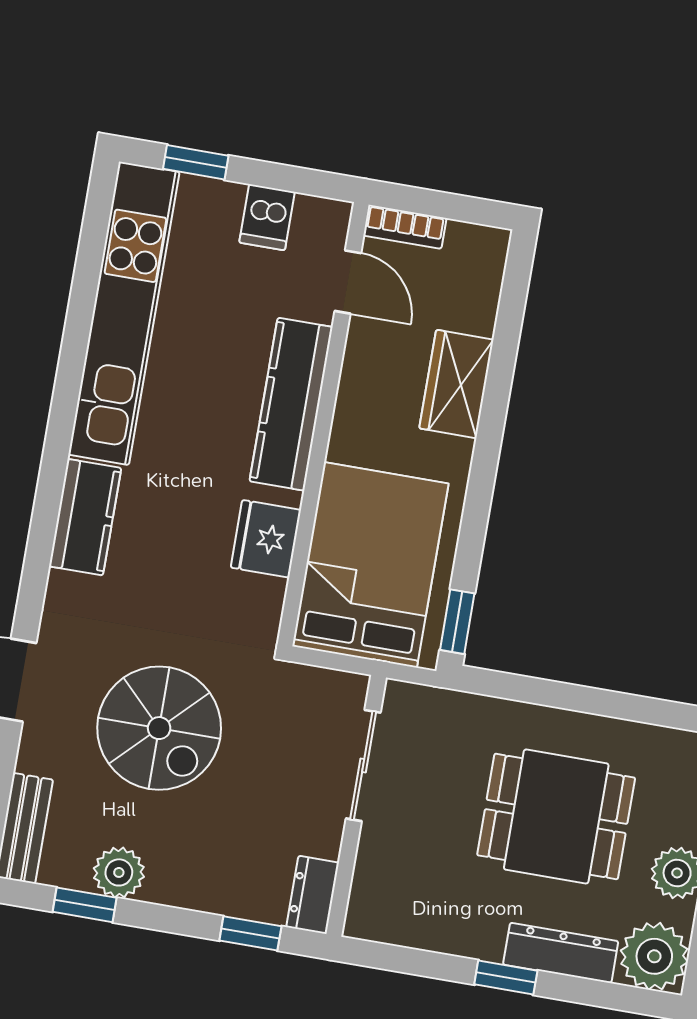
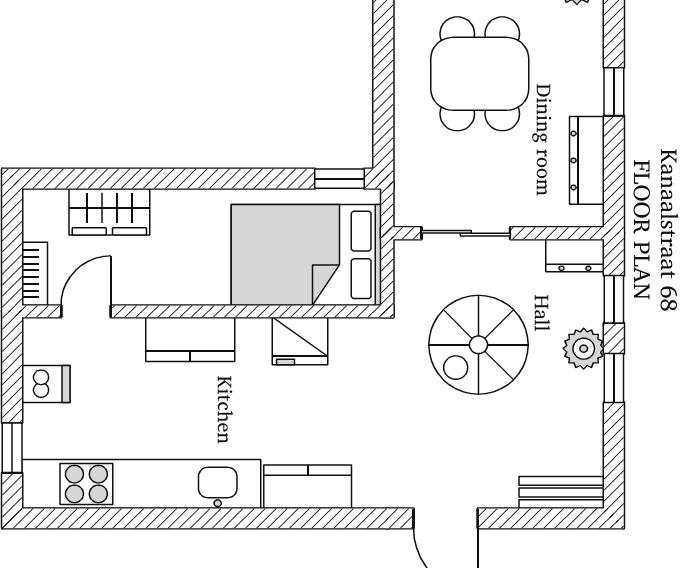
wardrobe: (456, 384) -> (109, 212), moved
kitchen counter: (291, 404) -> (190, 339), width x0.67
spiral stairs: (159, 728) -> (478, 345), moved, turned 180
plant: (119, 872) -> (584, 349), moved
window: (85, 905) -> (614, 378), moved
dresser: (561, 953) -> (587, 160), moved

